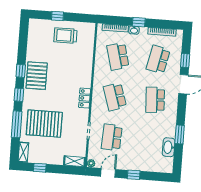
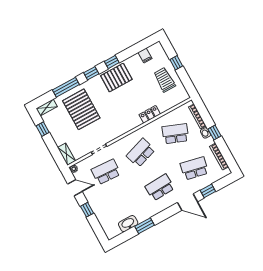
filing cabinet: (34, 39) -> (145, 55), added
school desk: (118, 56) -> (175, 134), turned 36
locker: (85, 98) -> (150, 114), moved

